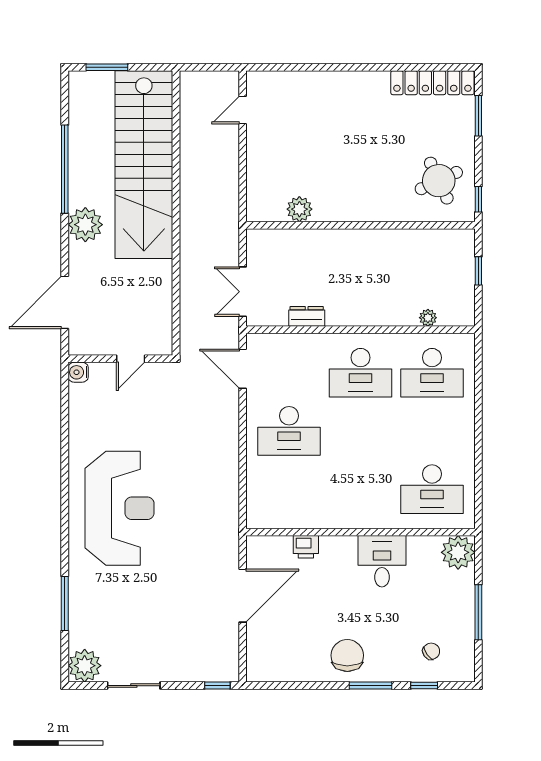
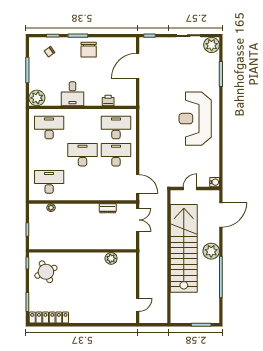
stairs: (144, 165) -> (184, 248), moved
desk: (361, 373) -> (83, 155), moved
desk: (289, 489) -> (116, 127), added
door: (243, 596) -> (138, 66), moved

